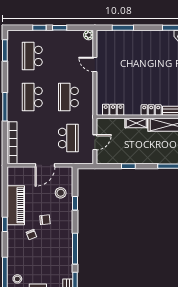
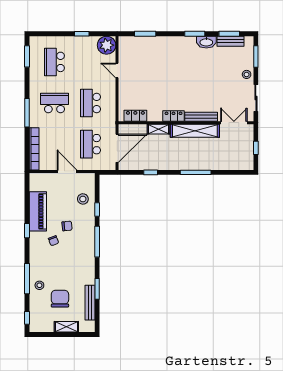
window: (39, 28) -> (61, 34), removed
plant: (89, 35) -> (107, 45), width x1.88, depth x1.88
school desk: (32, 97) -> (54, 103), turned 90
school desk: (68, 138) -> (91, 144), turned 180
door: (95, 142) -> (117, 148), width x1.88
door: (45, 165) -> (67, 171), swing flipped
window: (75, 249) -> (97, 242), moved

